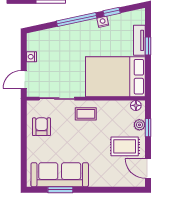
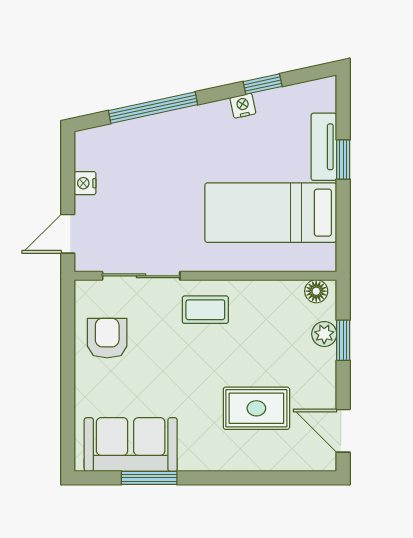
window: (77, 19) -> (153, 108), moved
bed: (115, 77) -> (271, 213), width x0.67
rug: (125, 146) -> (256, 408), moved
sofa: (60, 175) -> (131, 445), width x0.73

